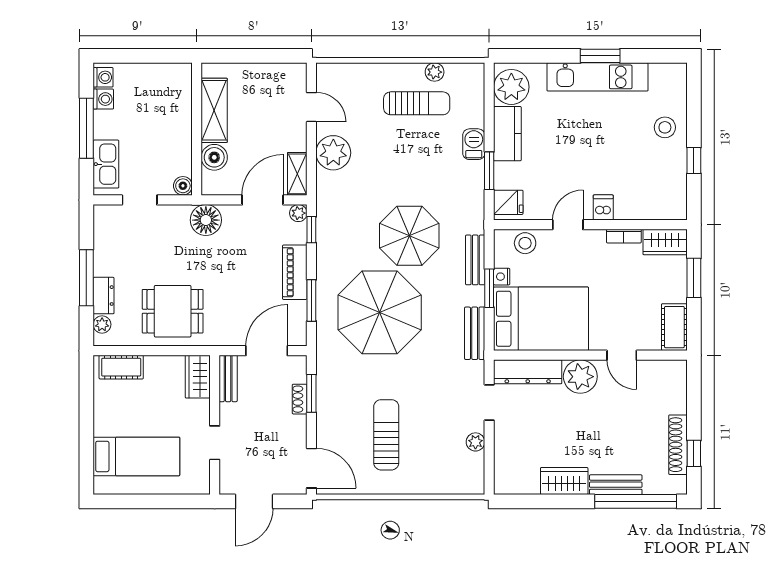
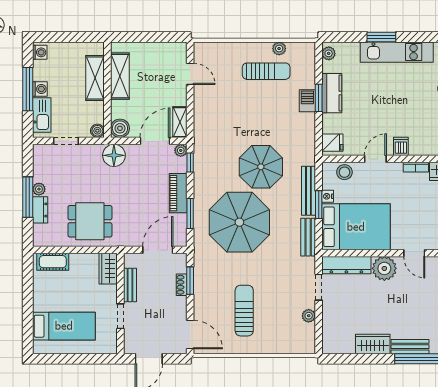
window: (600, 56) -> (381, 37), moved
plant: (511, 87) -> (329, 53), width x0.53, depth x0.53
washing machine: (103, 99) -> (40, 89), moved
shelving: (180, 113) -> (95, 78), added
plant: (333, 153) -> (206, 107), removed
boiler: (214, 157) -> (120, 128), moved
window: (489, 171) -> (319, 98), moved
bench: (475, 260) -> (308, 191), width x1.36
plant: (102, 324) -> (39, 189), moved
bench: (228, 378) -> (130, 285), moved

